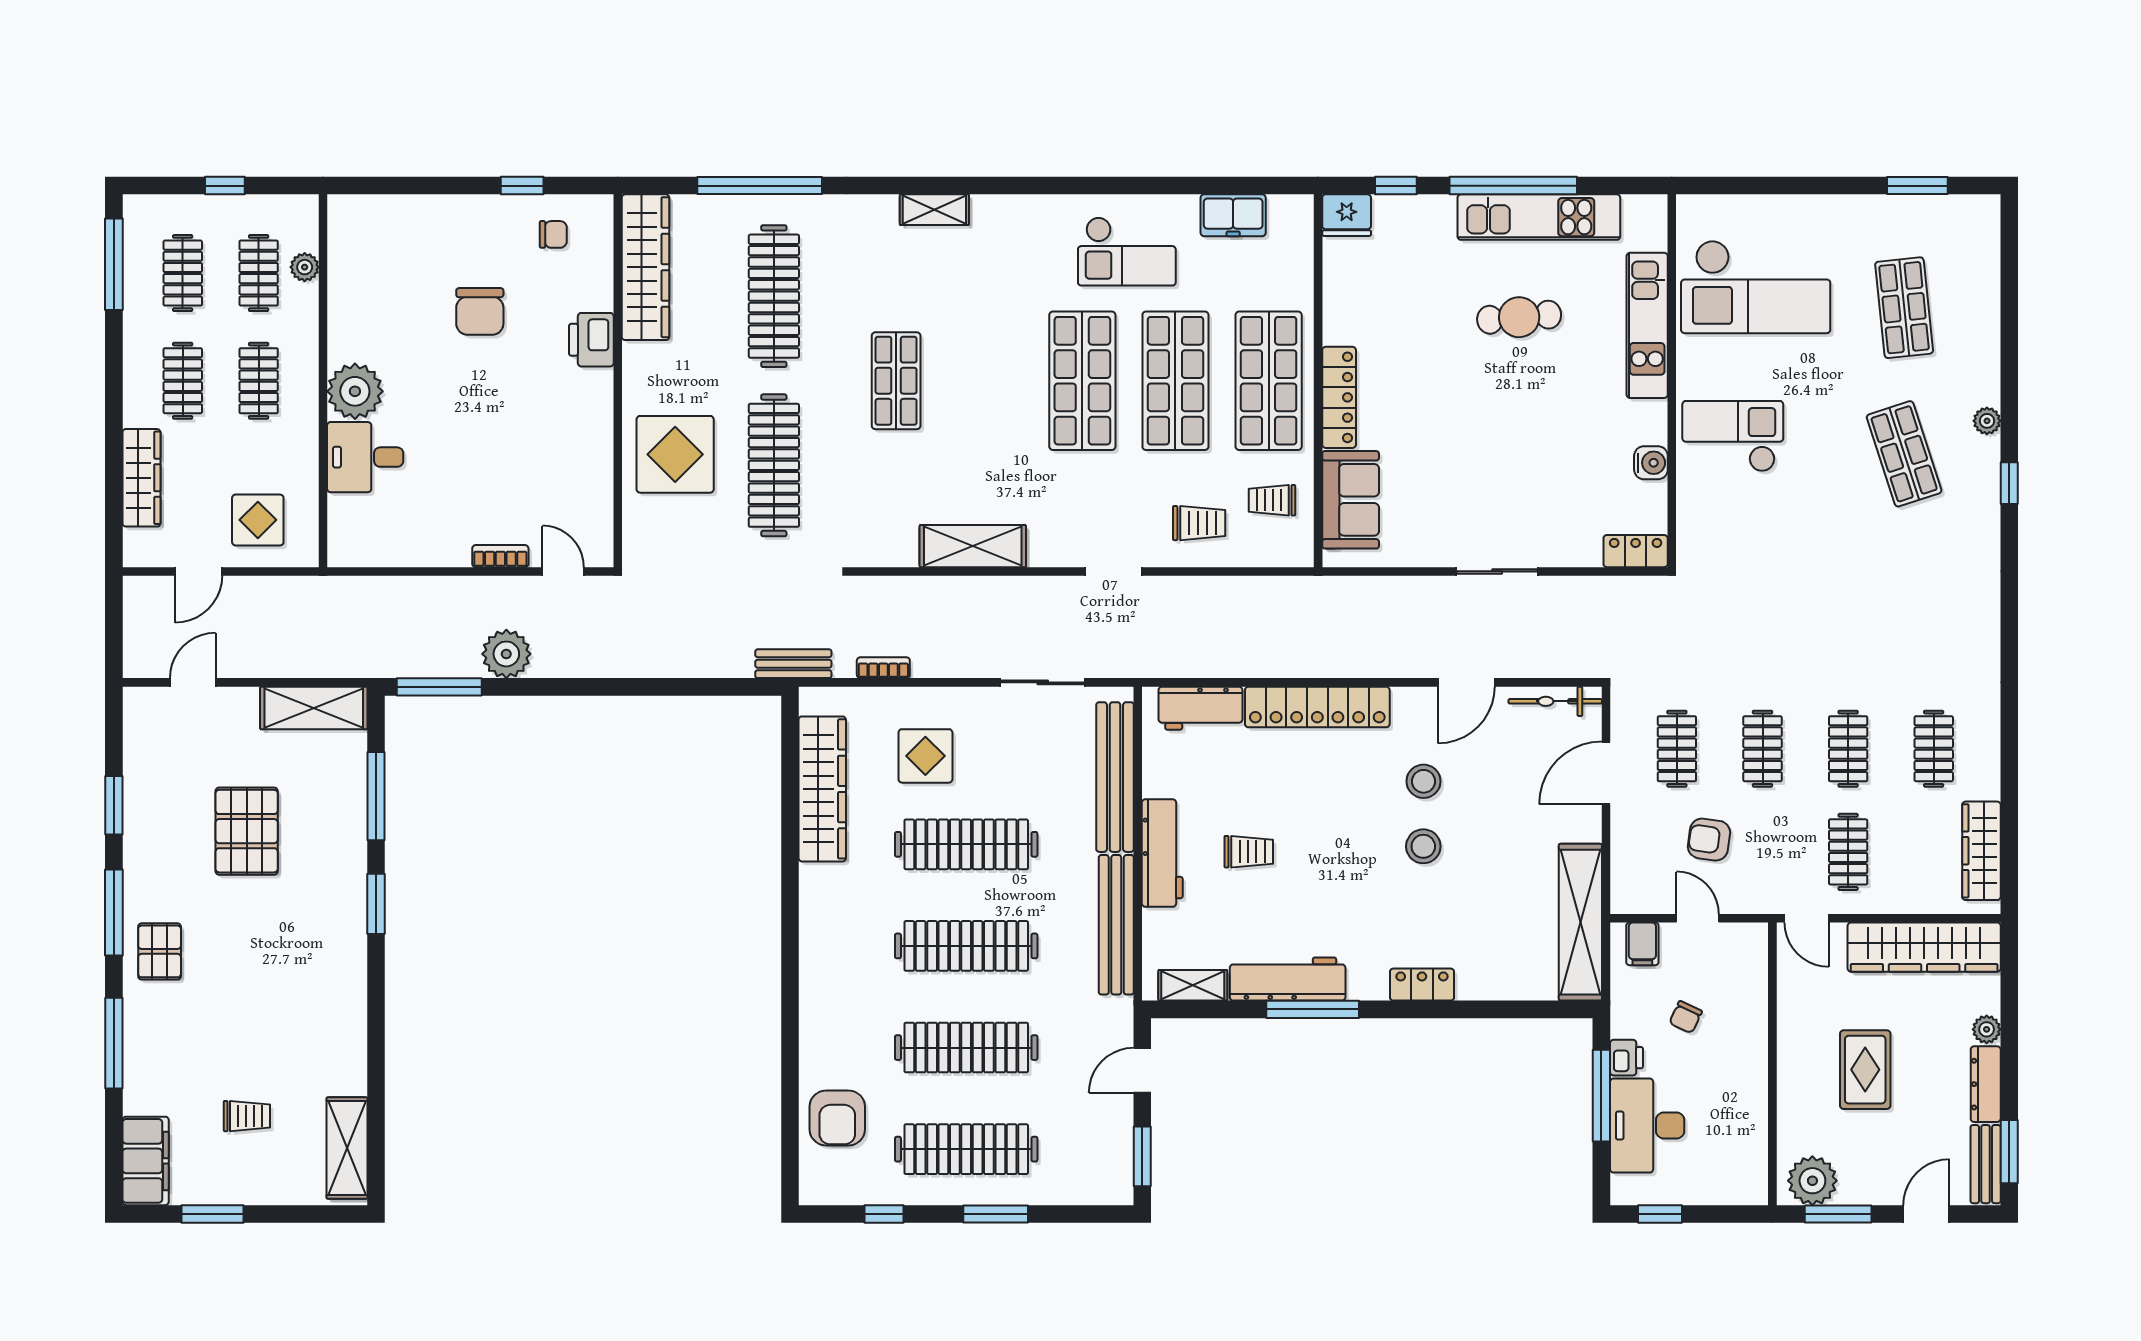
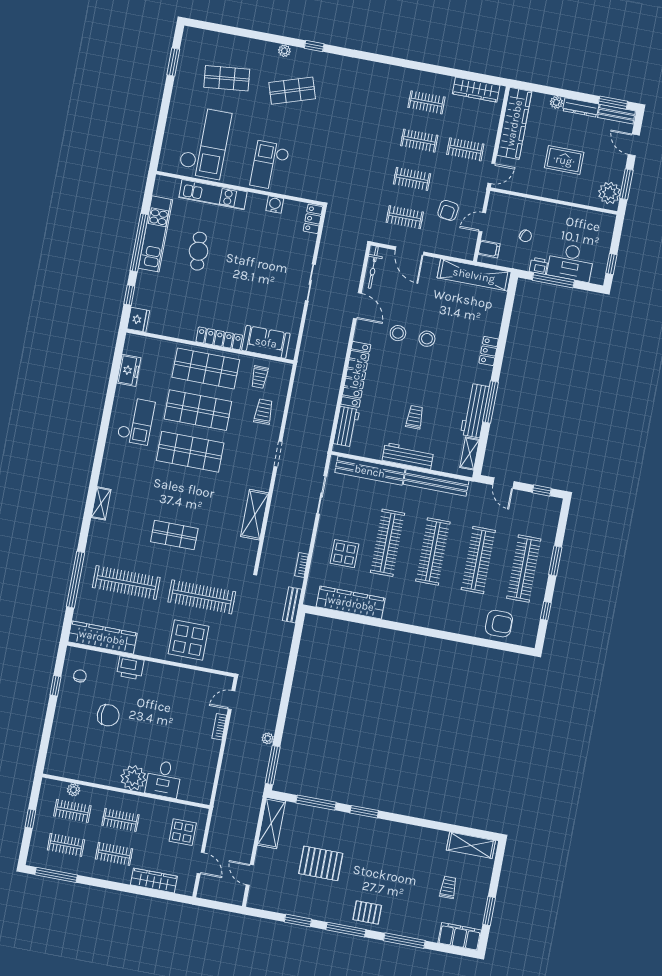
plant: (506, 654) -> (268, 738), width x0.53, depth x0.53
window: (1142, 1156) -> (542, 490), width x0.67

